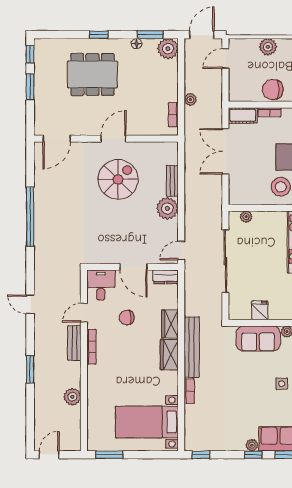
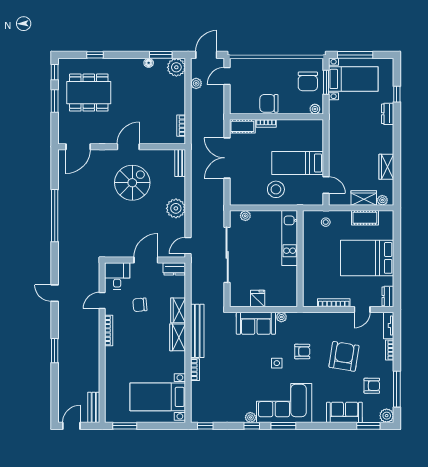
window: (99, 35) -> (95, 55), moved
plant: (268, 47) -> (265, 66), removed
dining table: (92, 74) -> (89, 93), moved
plant: (190, 100) -> (196, 83), moved
bench: (172, 181) -> (180, 163), moved
door: (133, 267) -> (146, 260), swing flipped
bench: (74, 343) -> (94, 407), moved
plant: (72, 397) -> (92, 375), removed

